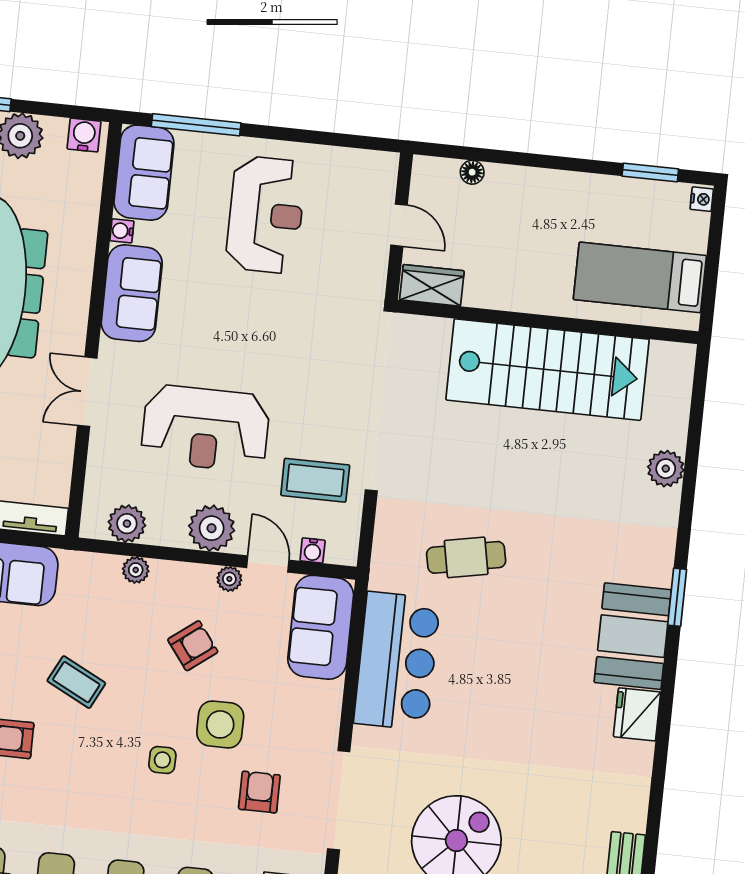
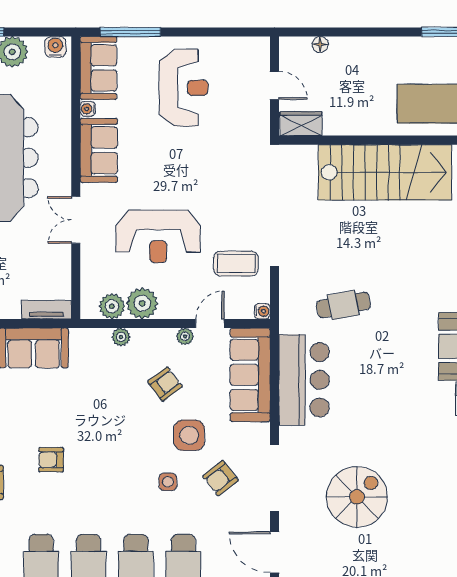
plant: (212, 528) -> (142, 303), moved
water cooler: (313, 550) -> (262, 311), moved, turned -90
door: (268, 564) -> (210, 323), hinge flipped
sofa: (321, 627) -> (250, 375), width x1.36
coffee table: (76, 682) -> (89, 417), removed
side table: (162, 760) -> (168, 482), moved
armchair: (259, 792) -> (220, 478), turned -128

